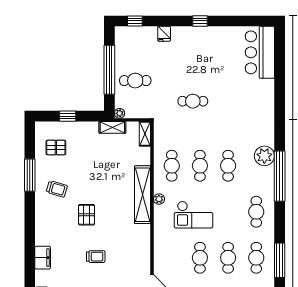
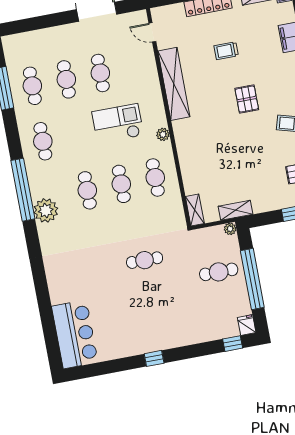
fridge: (164, 34) -> (247, 325), moved
shelving: (143, 195) -> (174, 84), moved

